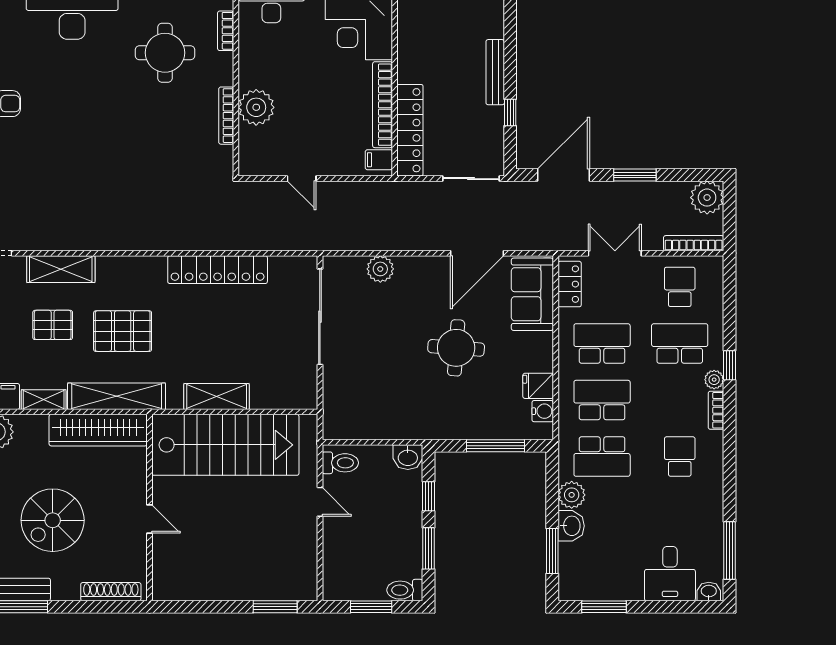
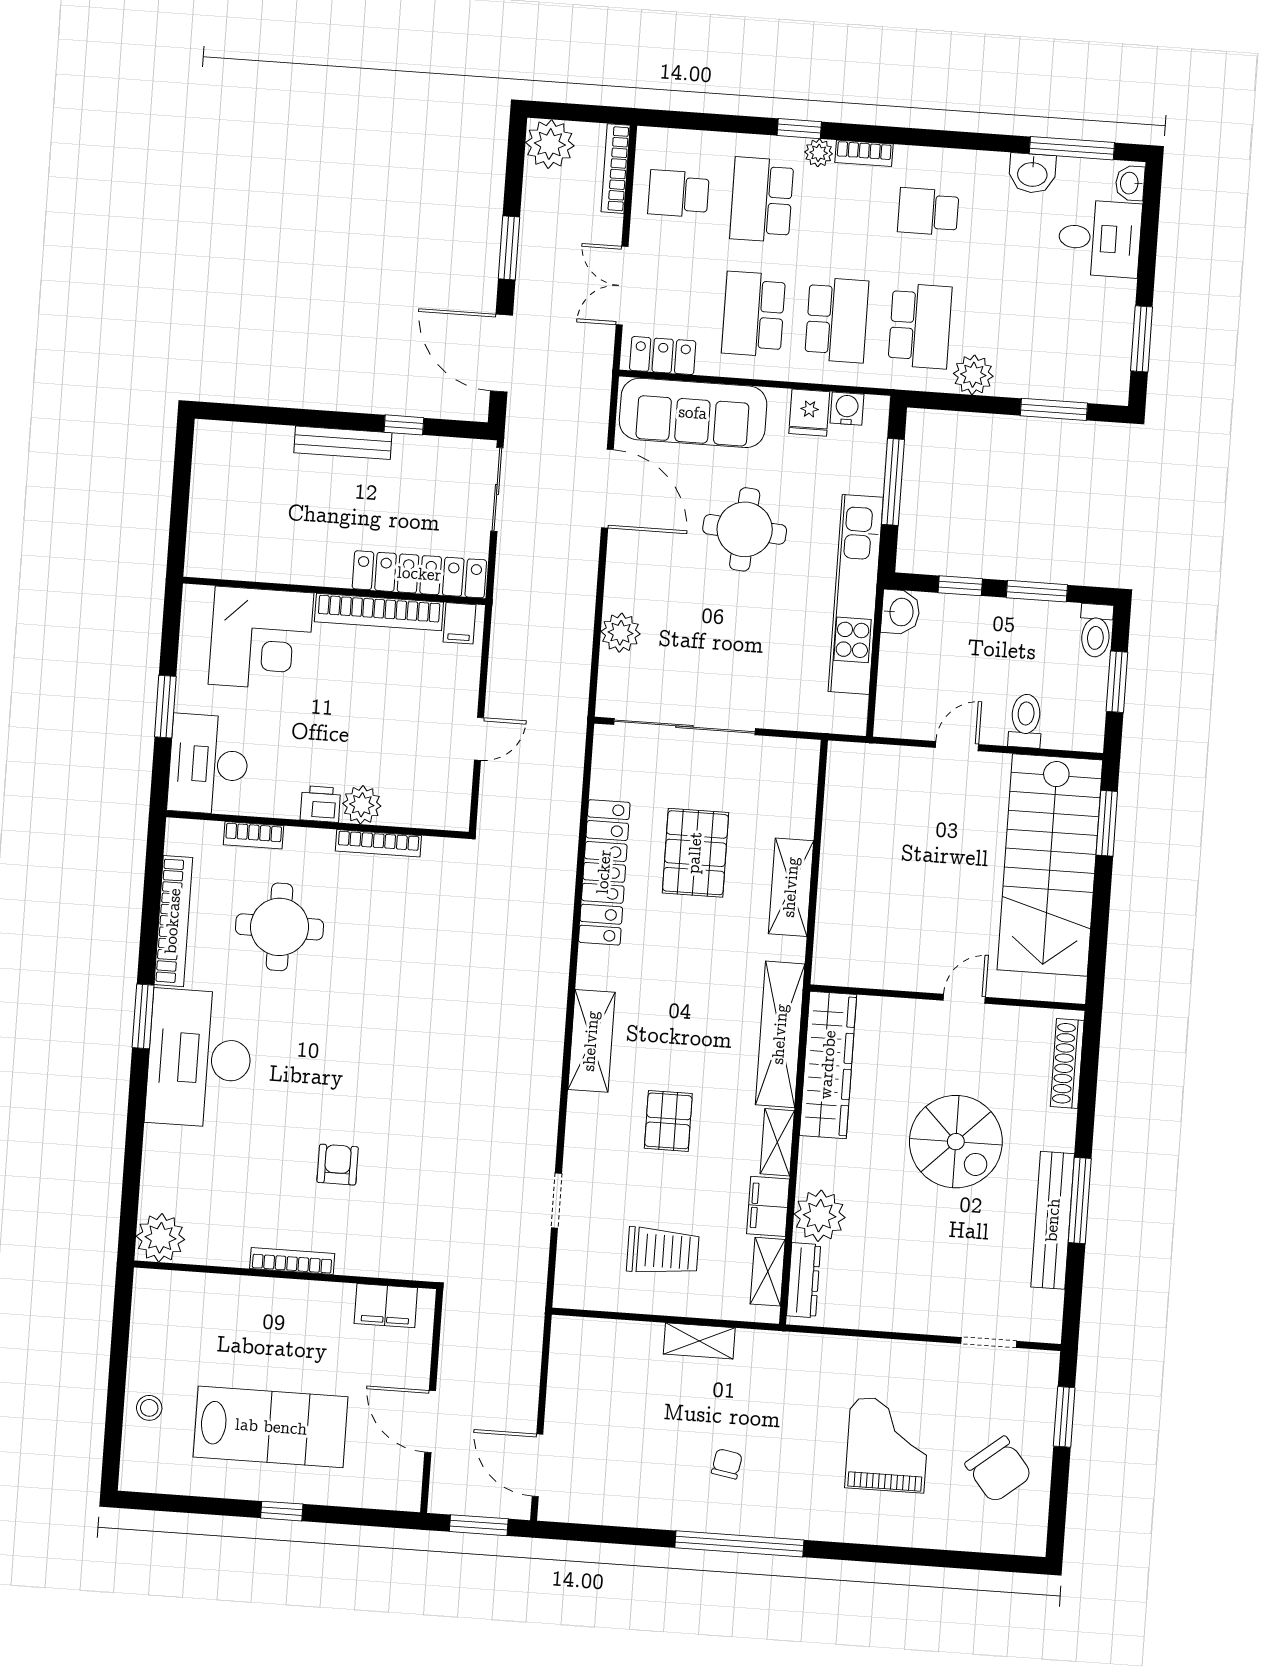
printer: (250, 75) -> (320, 804), added
plant: (256, 107) -> (362, 805), width x0.73, depth x0.73
shelving: (61, 269) -> (591, 1041), moved
sofa: (532, 294) -> (693, 413), width x1.36
pallet: (123, 331) -> (695, 853), moved
school desk: (602, 400) -> (837, 320), turned 180
kitchen unit: (418, 426) -> (856, 594), added
stairs: (225, 445) -> (1050, 865), moved, turned 180
toilet: (340, 463) -> (1026, 721), moved
washbasin: (571, 526) -> (1032, 173), moved, turned 180

